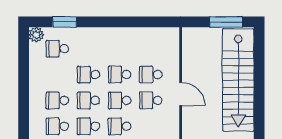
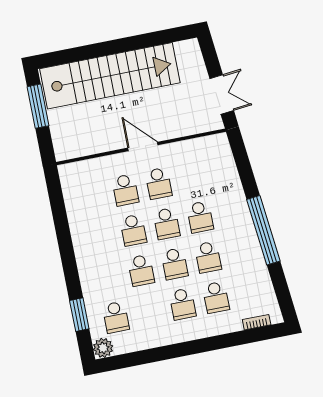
door: (181, 94) -> (143, 146), hinge flipped

